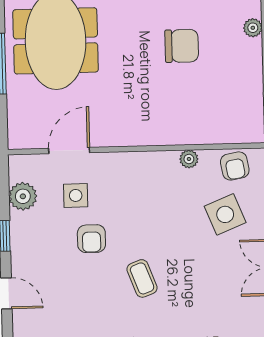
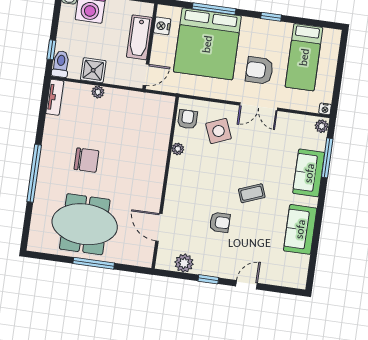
chair: (182, 46) -> (86, 160), moved, turned 90
armchair: (235, 166) -> (187, 119), turned -80
side table: (76, 195) -> (189, 228), removed

